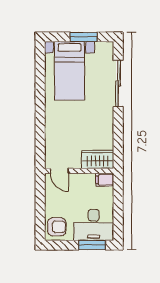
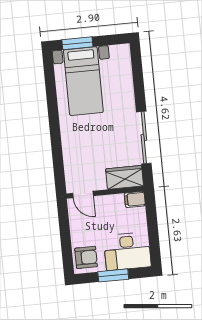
window: (83, 37) -> (77, 43), moved
sliding door: (118, 83) -> (144, 138), moved
window: (92, 245) -> (113, 275), moved

